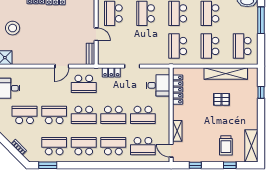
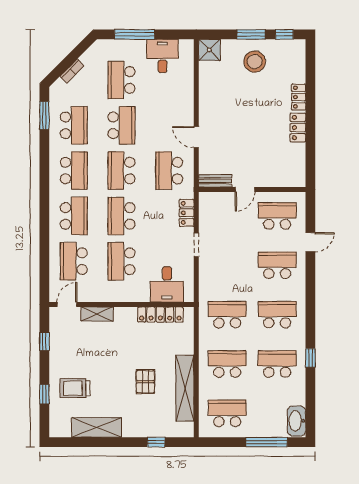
school desk: (25, 115) -> (122, 80), turned 180
shelving: (251, 146) -> (97, 427), moved

